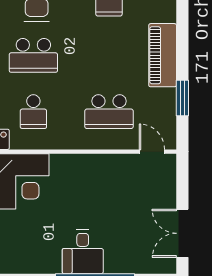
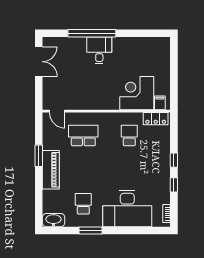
school desk: (33, 55) -> (129, 170), removed
window: (182, 98) -> (39, 156), moved

